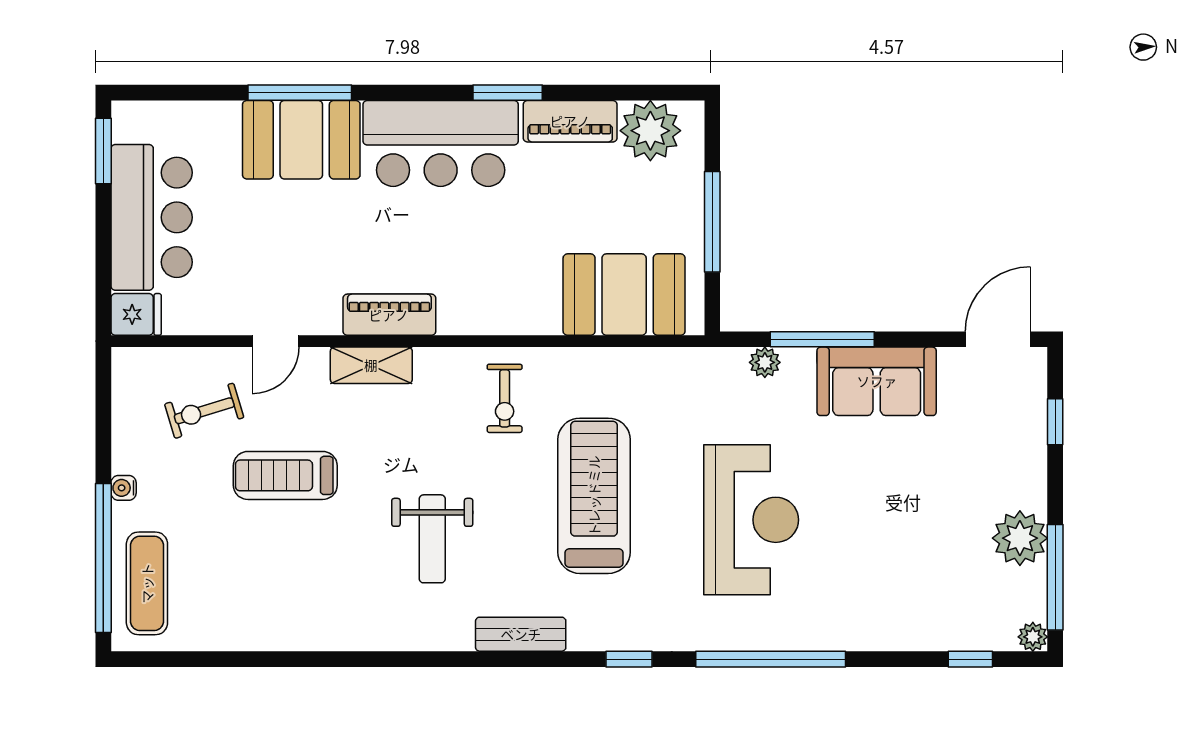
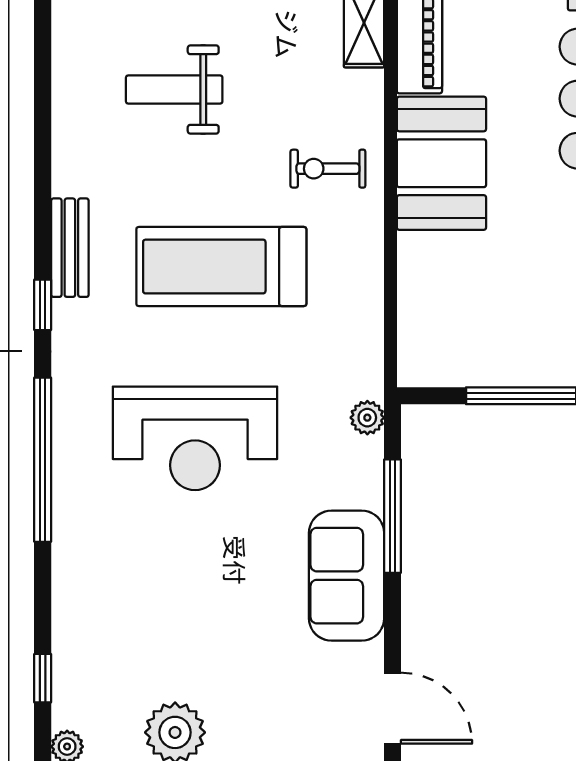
booth: (624, 295) -> (441, 163), moved
plant: (765, 362) -> (367, 418), moved
treadmill: (594, 496) -> (221, 267), turned 180
bench: (521, 634) -> (70, 248), moved

